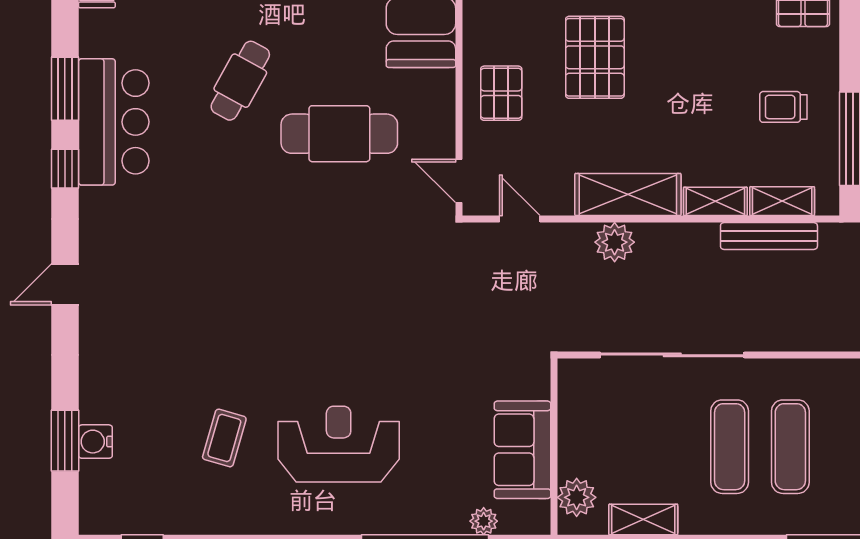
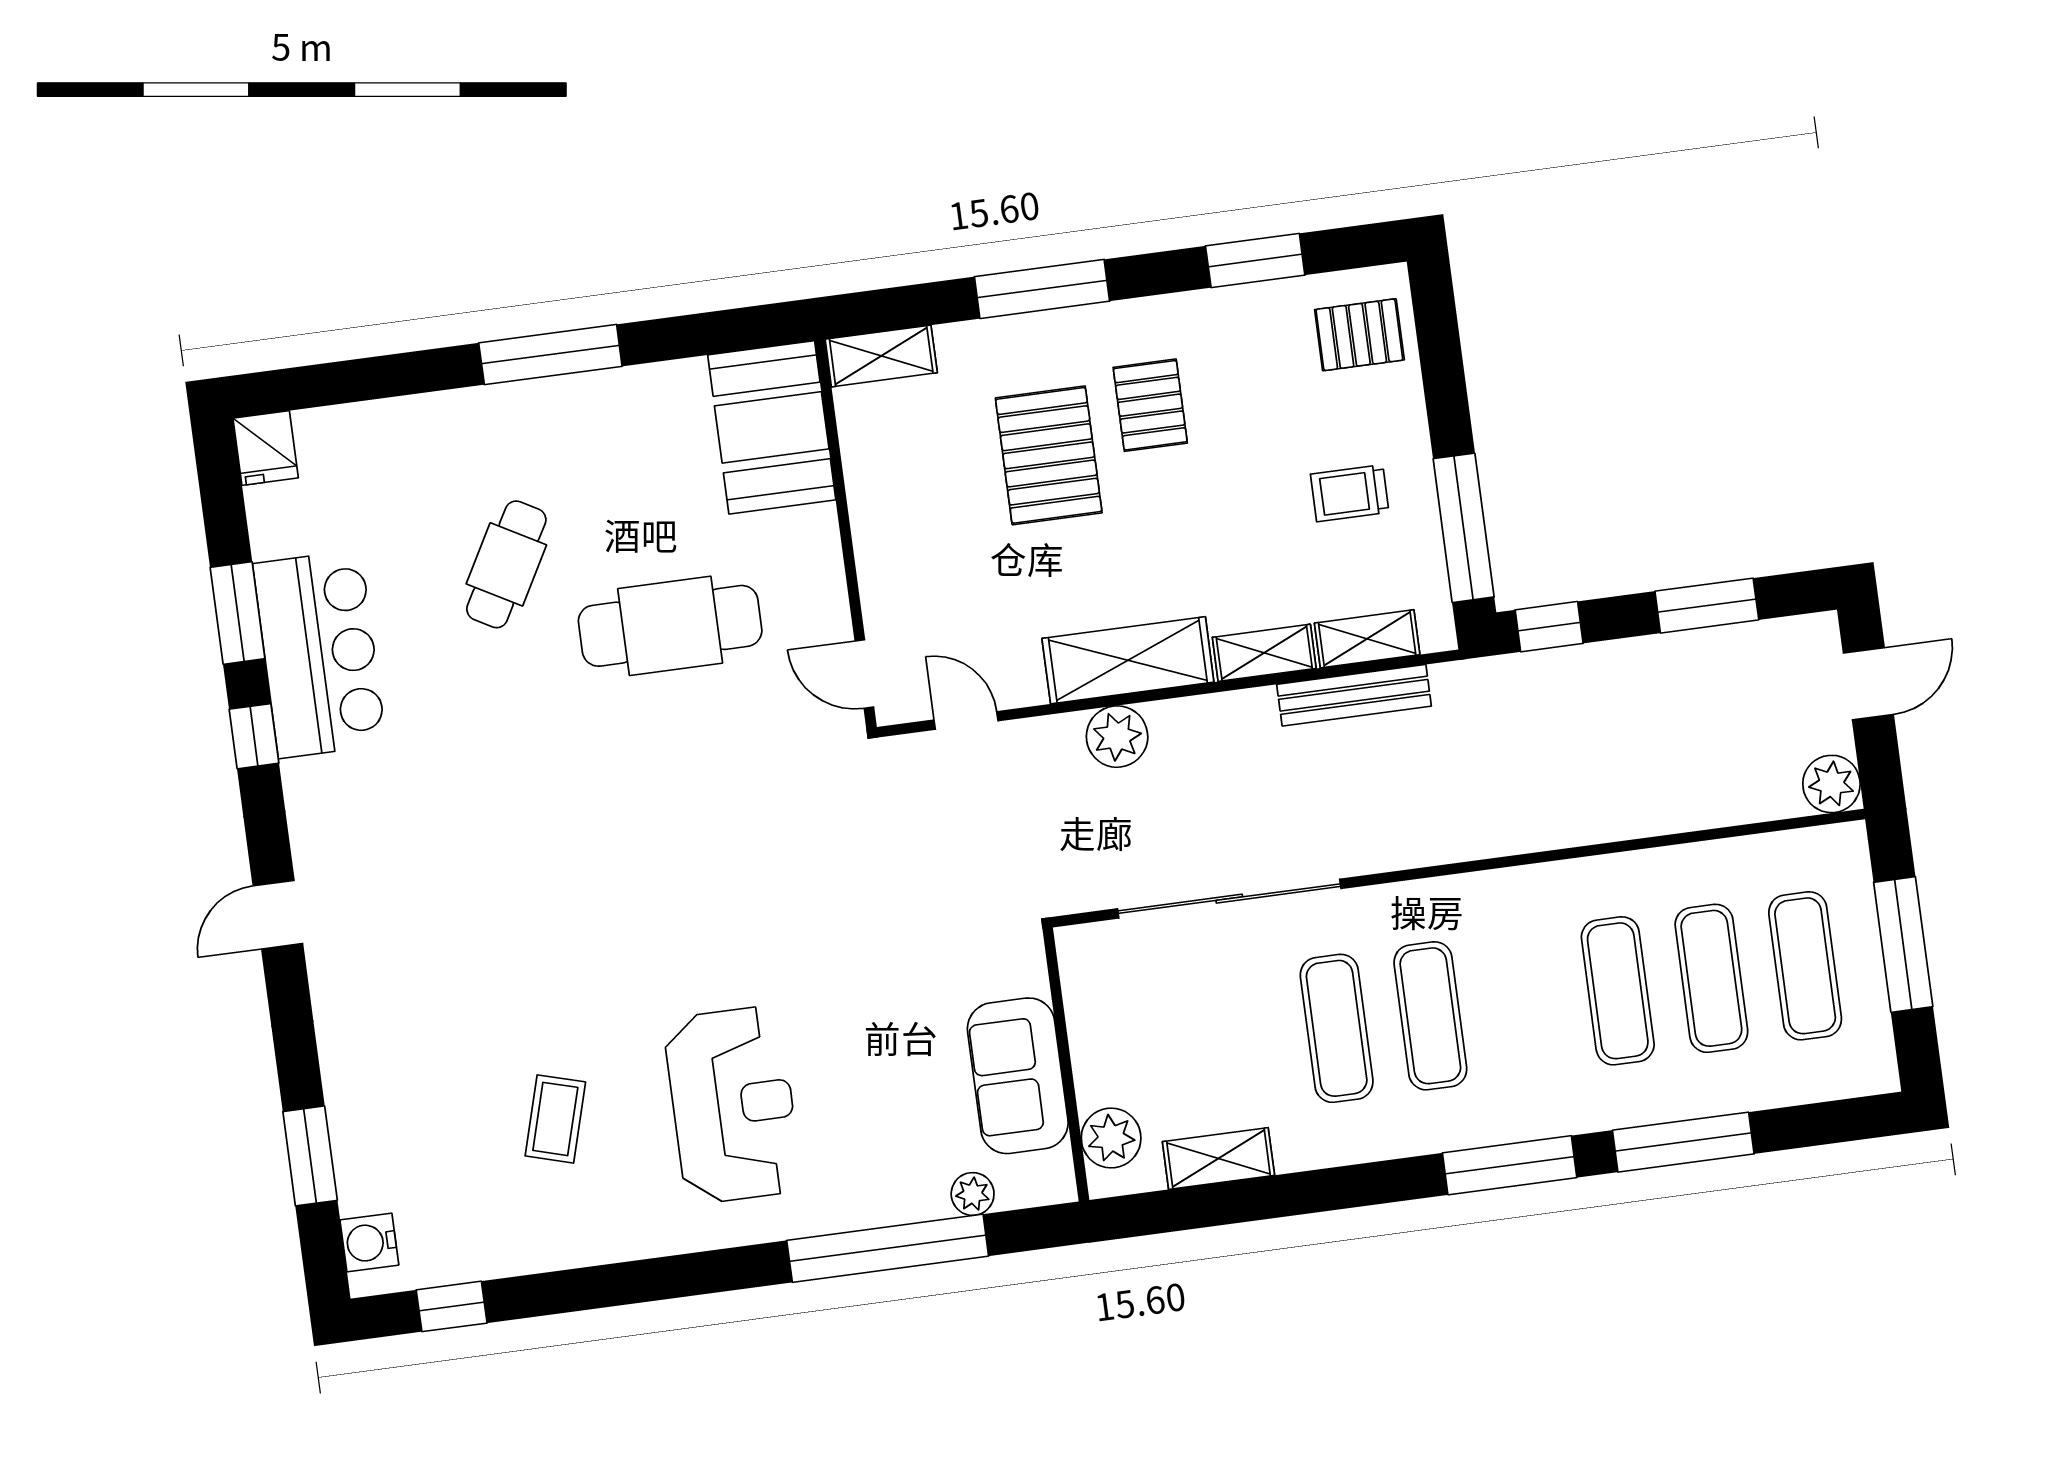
pallet: (501, 93) -> (1150, 405), moved
water cooler: (95, 442) -> (369, 1243), moved
reception desk: (339, 444) -> (733, 1105), turned 90

